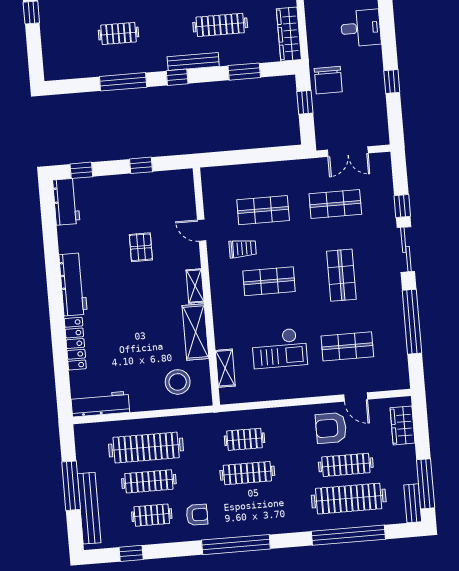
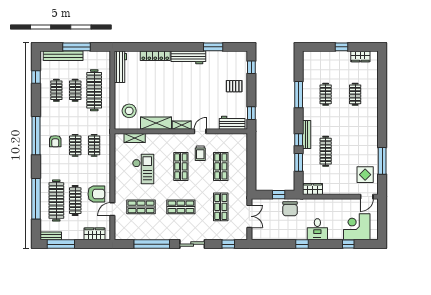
wardrobe: (289, 34) -> (312, 189), width x0.67
window: (177, 77) -> (299, 140), moved
chair: (328, 80) -> (290, 209), turned -90
window: (392, 82) -> (302, 244), moved
double door: (348, 152) -> (249, 216), swing flipped
window: (141, 165) -> (251, 113), moved
workbench: (66, 202) -> (232, 123), moved, turned 180
window: (402, 206) -> (228, 244), moved
door: (202, 230) -> (200, 131), moved
window: (51, 241) -> (213, 47), added
pallet: (141, 247) -> (234, 86), moved
shop shelf: (347, 346) -> (141, 207), turned 90
checkout: (279, 348) -> (143, 169), turned 180
armchair: (331, 428) -> (96, 194), turned 90
clothes rail: (247, 473) -> (75, 145), width x0.73
clothes rail: (149, 481) -> (75, 90), width x0.73
armchair: (197, 515) -> (55, 141), moved

